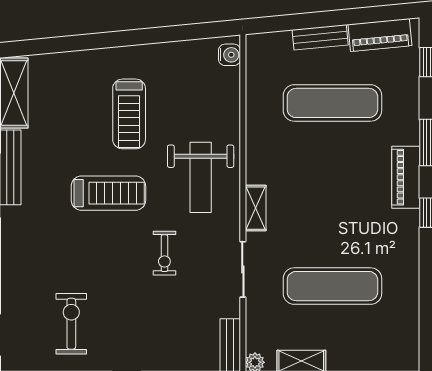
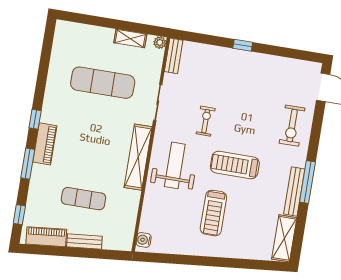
exercise mat: (332, 103) -> (83, 199), width x0.73, depth x0.69
treadmill: (129, 114) -> (213, 213), turned 180
shelving: (256, 208) -> (138, 157), width x2.20, depth x1.33
exercise bike: (71, 324) -> (292, 126), moved

